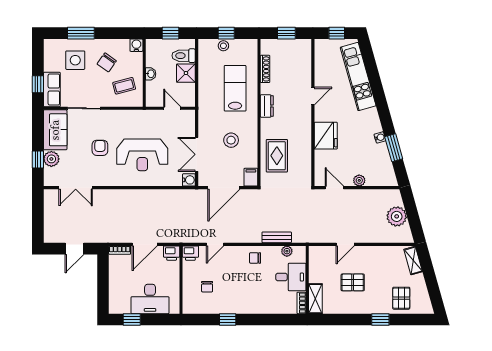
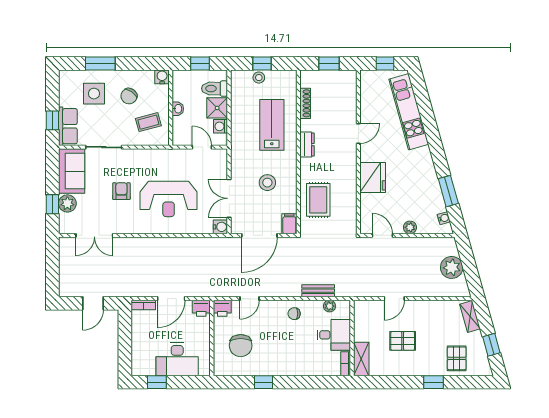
washing machine: (189, 90) -> (221, 126), added
water cooler: (380, 137) -> (444, 218), moved
window: (432, 286) -> (491, 345), added
chair: (207, 287) -> (241, 346), width x1.87, depth x1.87

